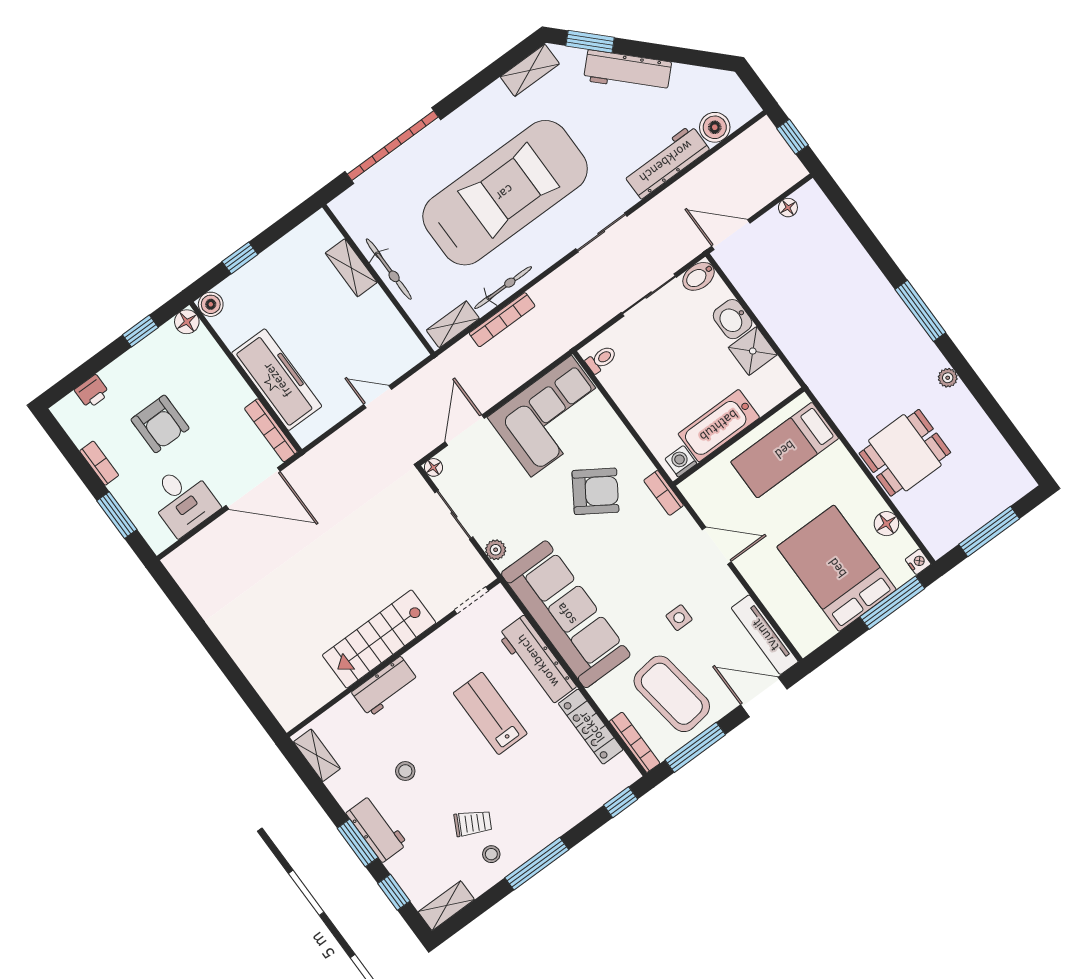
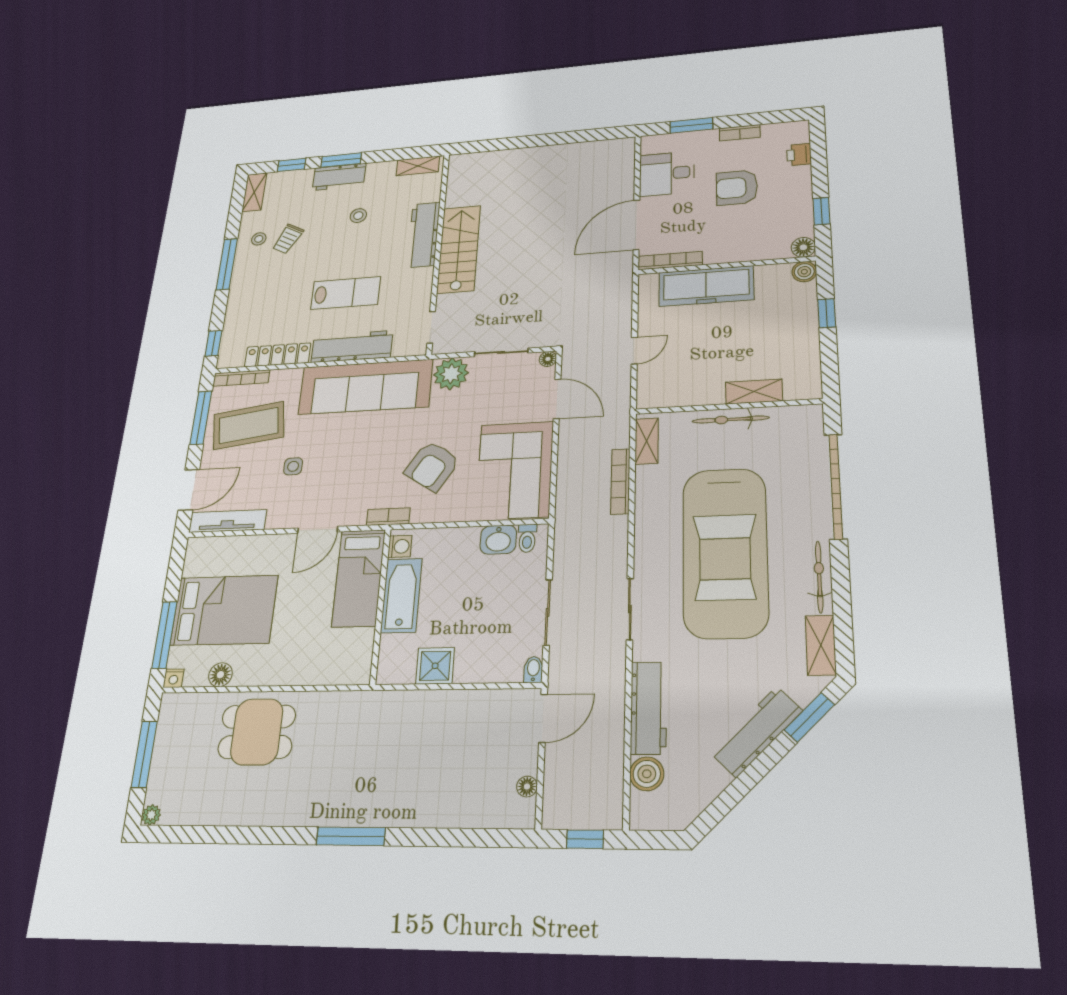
bidet: (699, 276) -> (533, 669), width x0.72, depth x0.74
bicycle: (503, 288) -> (819, 577), moved, turned 180
washbasin: (733, 319) -> (498, 540), moved, turned 180
plant: (948, 378) -> (151, 815), moved
bed: (785, 450) -> (359, 578), moved, turned 180
dining table: (905, 453) -> (257, 732), turned 90
plant: (496, 550) -> (451, 374), width x1.87, depth x1.87
workbench: (385, 687) -> (424, 235), width x1.38

